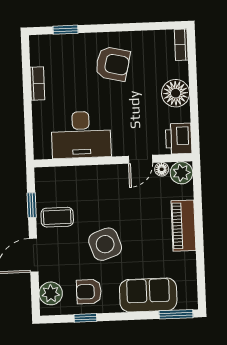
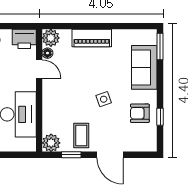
side table: (105, 244) -> (104, 99), width x0.54, depth x0.54
armchair: (89, 292) -> (140, 113), turned 90
plant: (51, 293) -> (51, 143), moved

